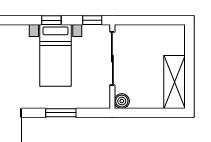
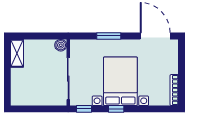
bed with nightstands: (56, 55) -> (120, 81), width x1.36
shelving: (175, 82) -> (17, 53), width x0.67, depth x0.75

